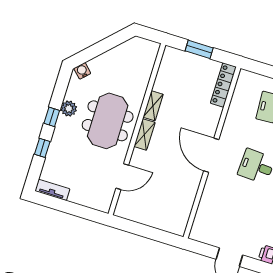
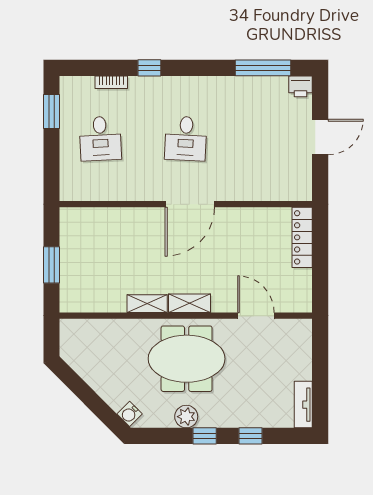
locker: (223, 85) -> (302, 237), moved, turned 90

